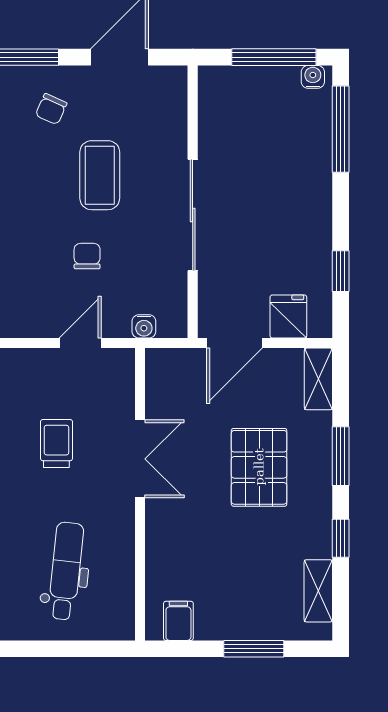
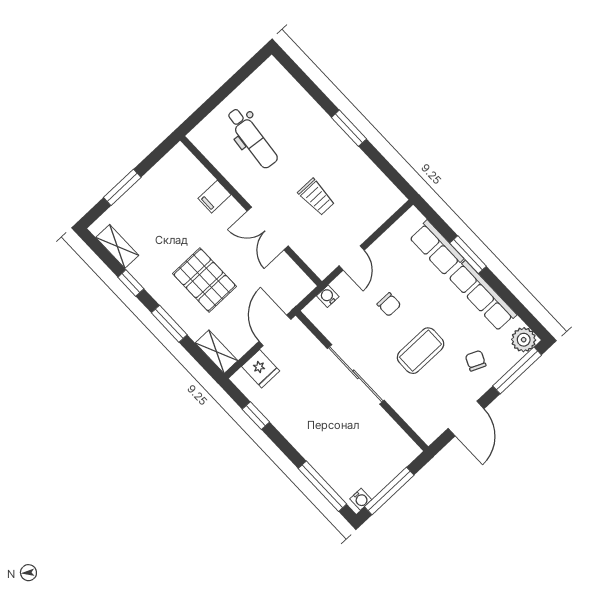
coffee table: (100, 175) -> (421, 351), turned 90
filing cabinet: (178, 621) -> (214, 197), moved, turned 90

